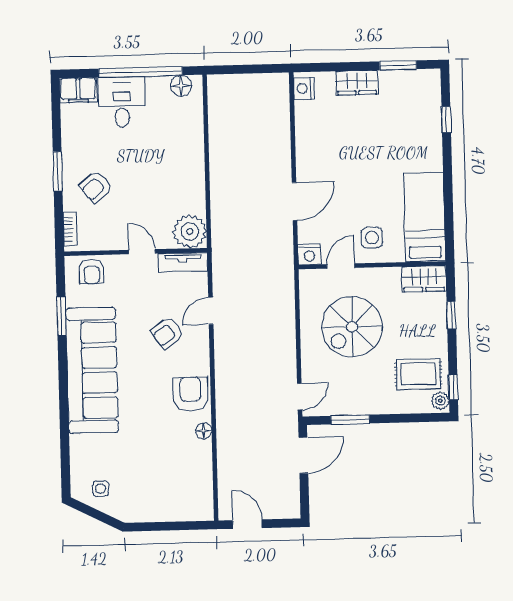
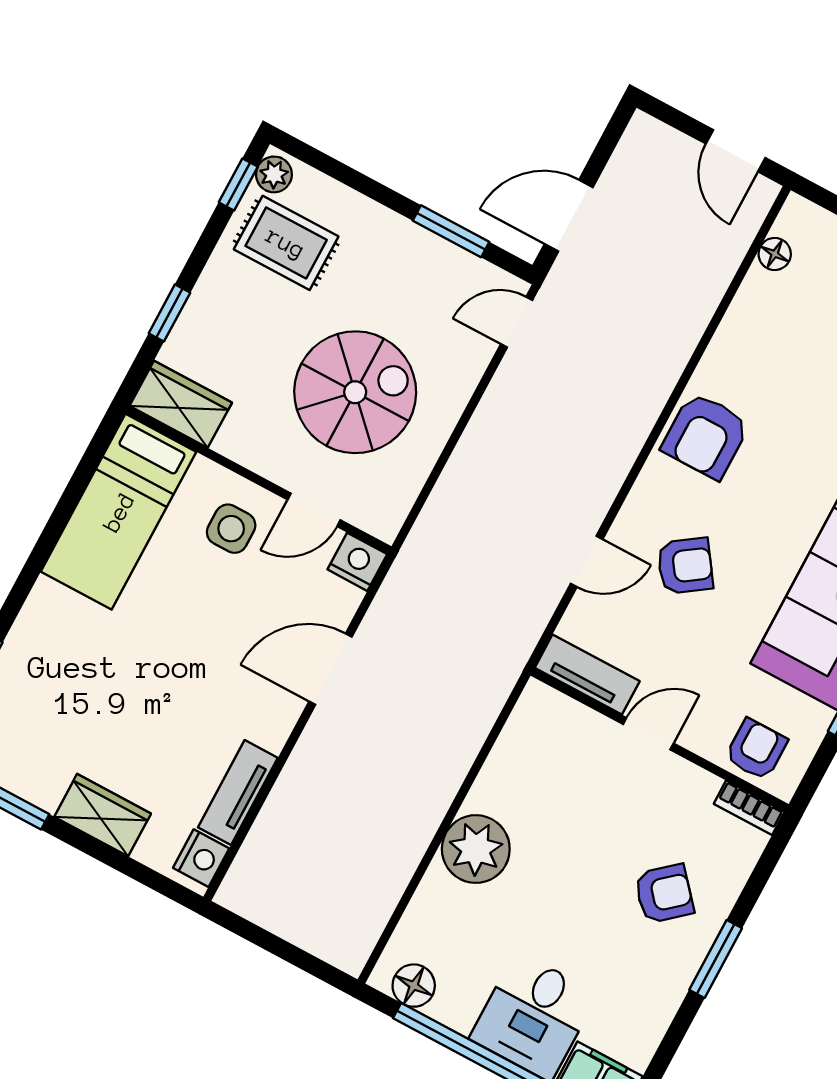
tv unit: (304, 126) -> (238, 793), added
bookcase: (70, 229) -> (749, 808), moved, turned -90
plant: (190, 232) -> (476, 849), moved
door: (142, 252) -> (648, 734), swing flipped
floor lamp: (204, 431) -> (775, 254), moved

